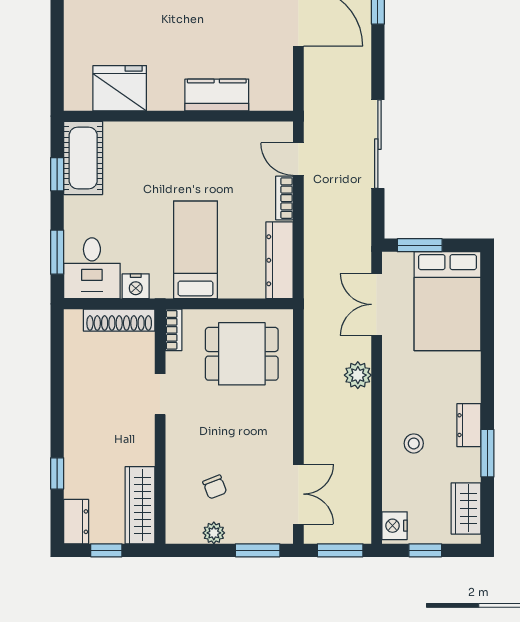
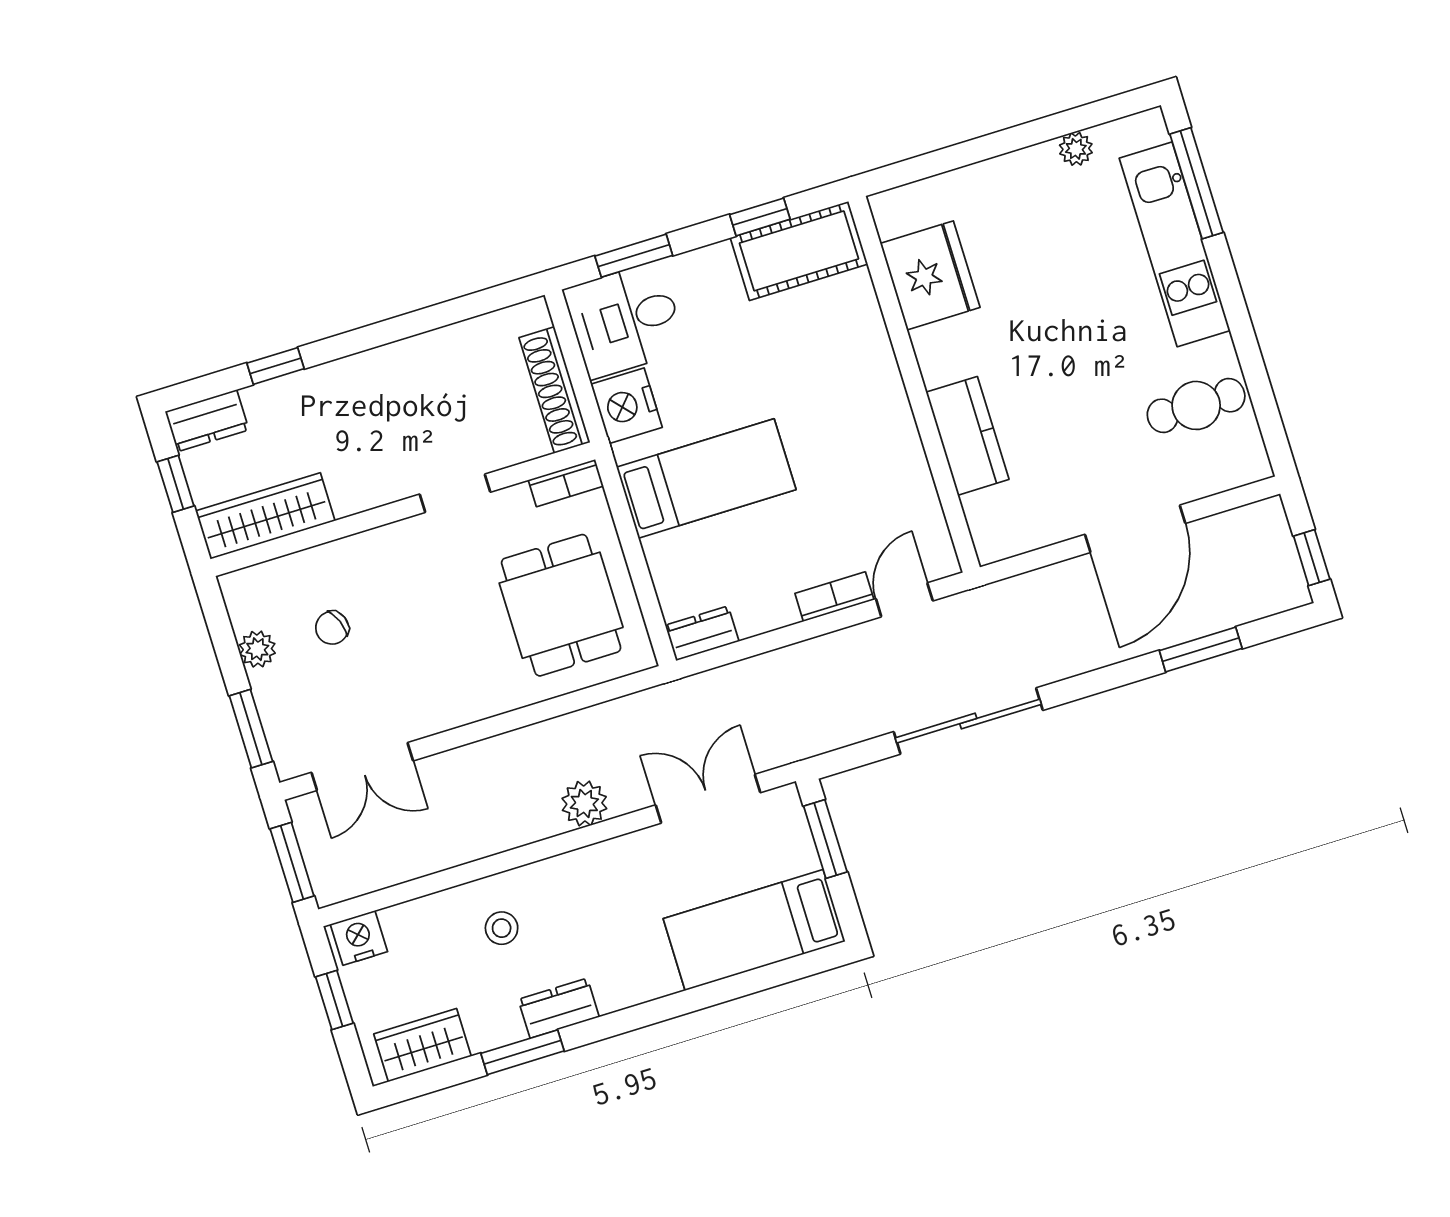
dresser: (279, 260) -> (702, 633), width x0.51, depth x0.80
nightstand: (136, 286) -> (627, 406), width x1.36, depth x1.33
bed: (448, 301) -> (754, 930), width x0.67

